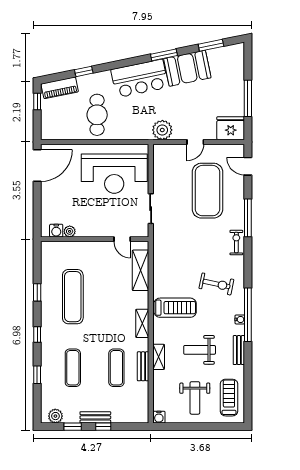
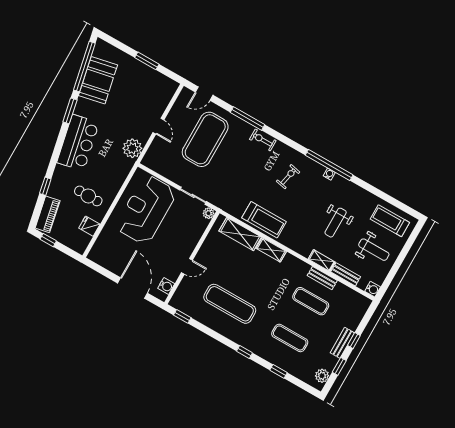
window: (211, 45) -> (84, 67), width x2.11
booth: (187, 68) -> (98, 80), moved
window: (248, 98) -> (147, 61), width x0.69
cafe table: (97, 115) -> (88, 196), width x0.73, depth x0.74
fridge: (231, 128) -> (89, 226), moved, width x0.53, depth x0.75
door: (37, 166) -> (132, 288), moved
reception desk: (114, 174) -> (146, 210), turned 180
exercise mat: (207, 191) -> (205, 139), turned 90
plant: (70, 231) -> (208, 213), moved
door: (122, 239) -> (187, 266), moved
exercise bike: (216, 284) -> (288, 177), width x0.73, depth x0.72
window: (37, 292) -> (182, 316), moved
treadmill: (175, 308) -> (264, 220), moved, turned 90
shelving: (142, 323) -> (271, 250), moved
bench: (239, 350) -> (346, 274), moved

